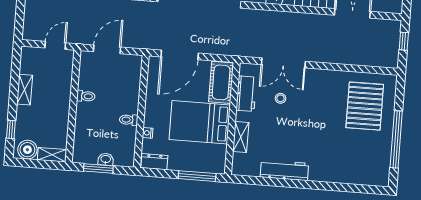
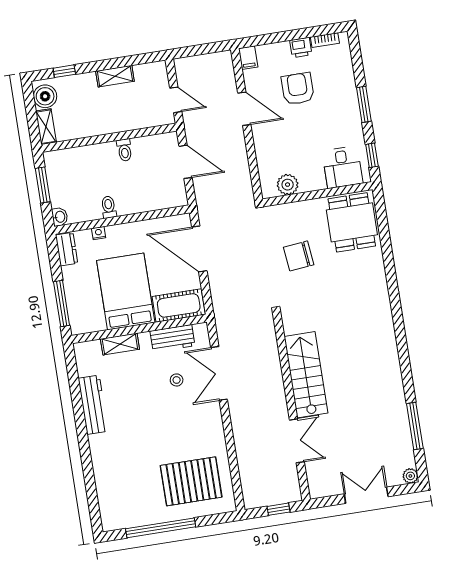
washbasin: (106, 159) -> (60, 217), moved

